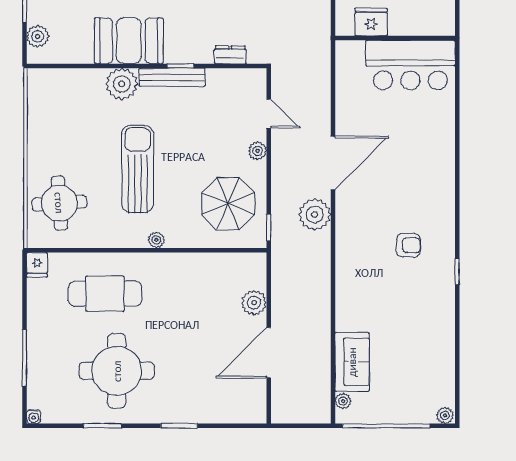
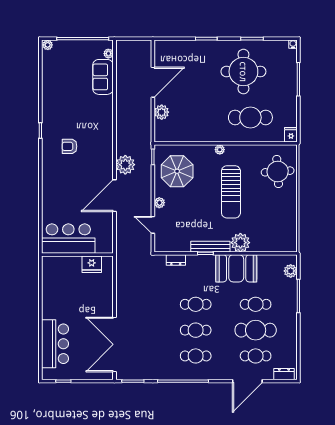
fridge: (371, 22) -> (92, 264), moved
wall: (395, 38) -> (77, 255), moved
bar counter: (410, 65) -> (68, 239), moved

